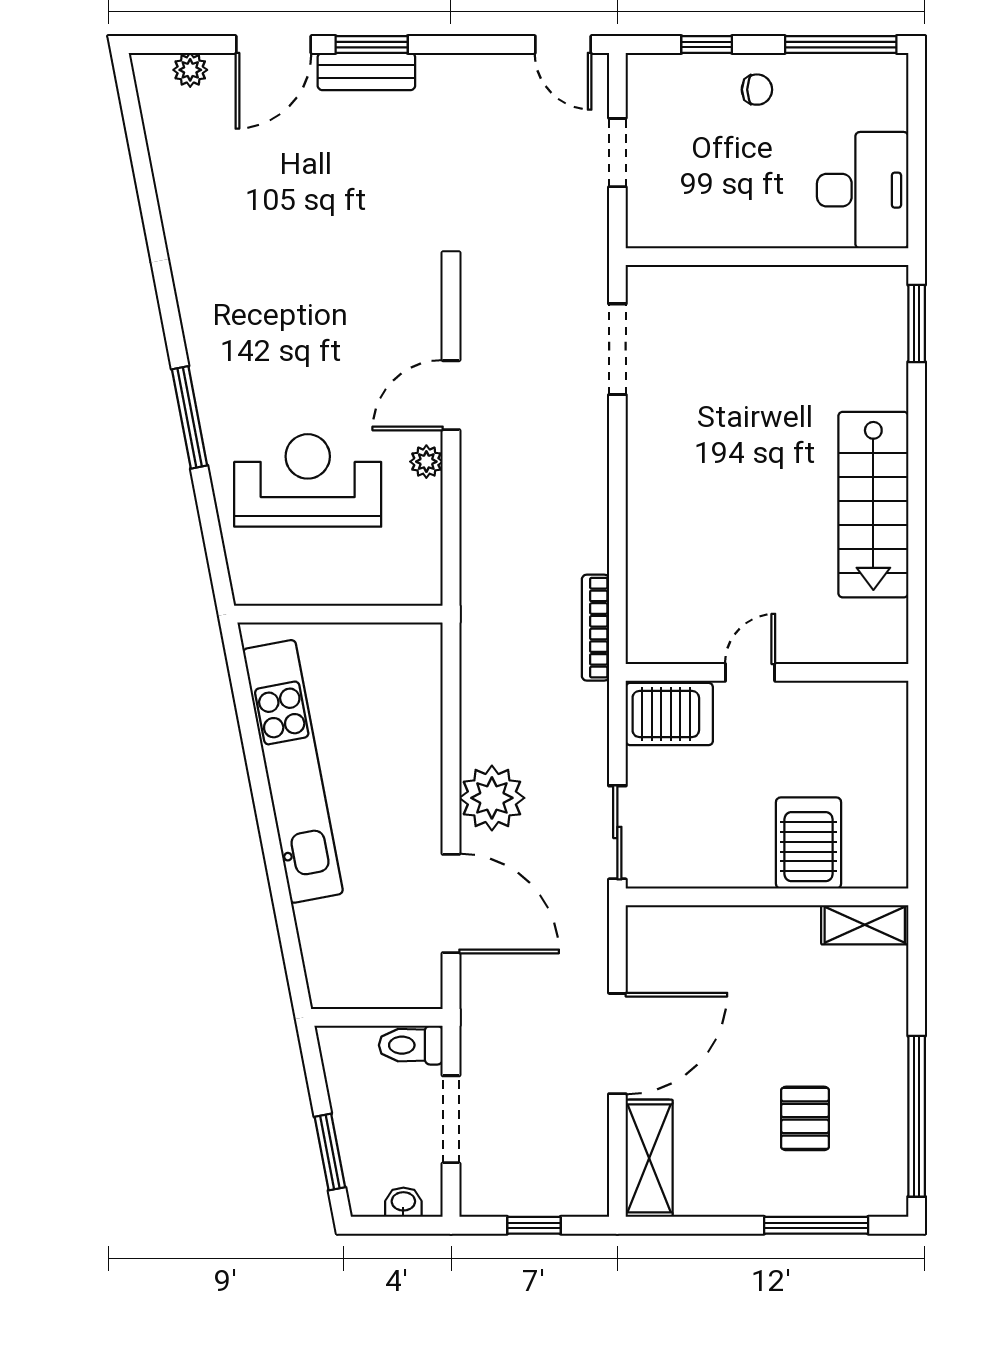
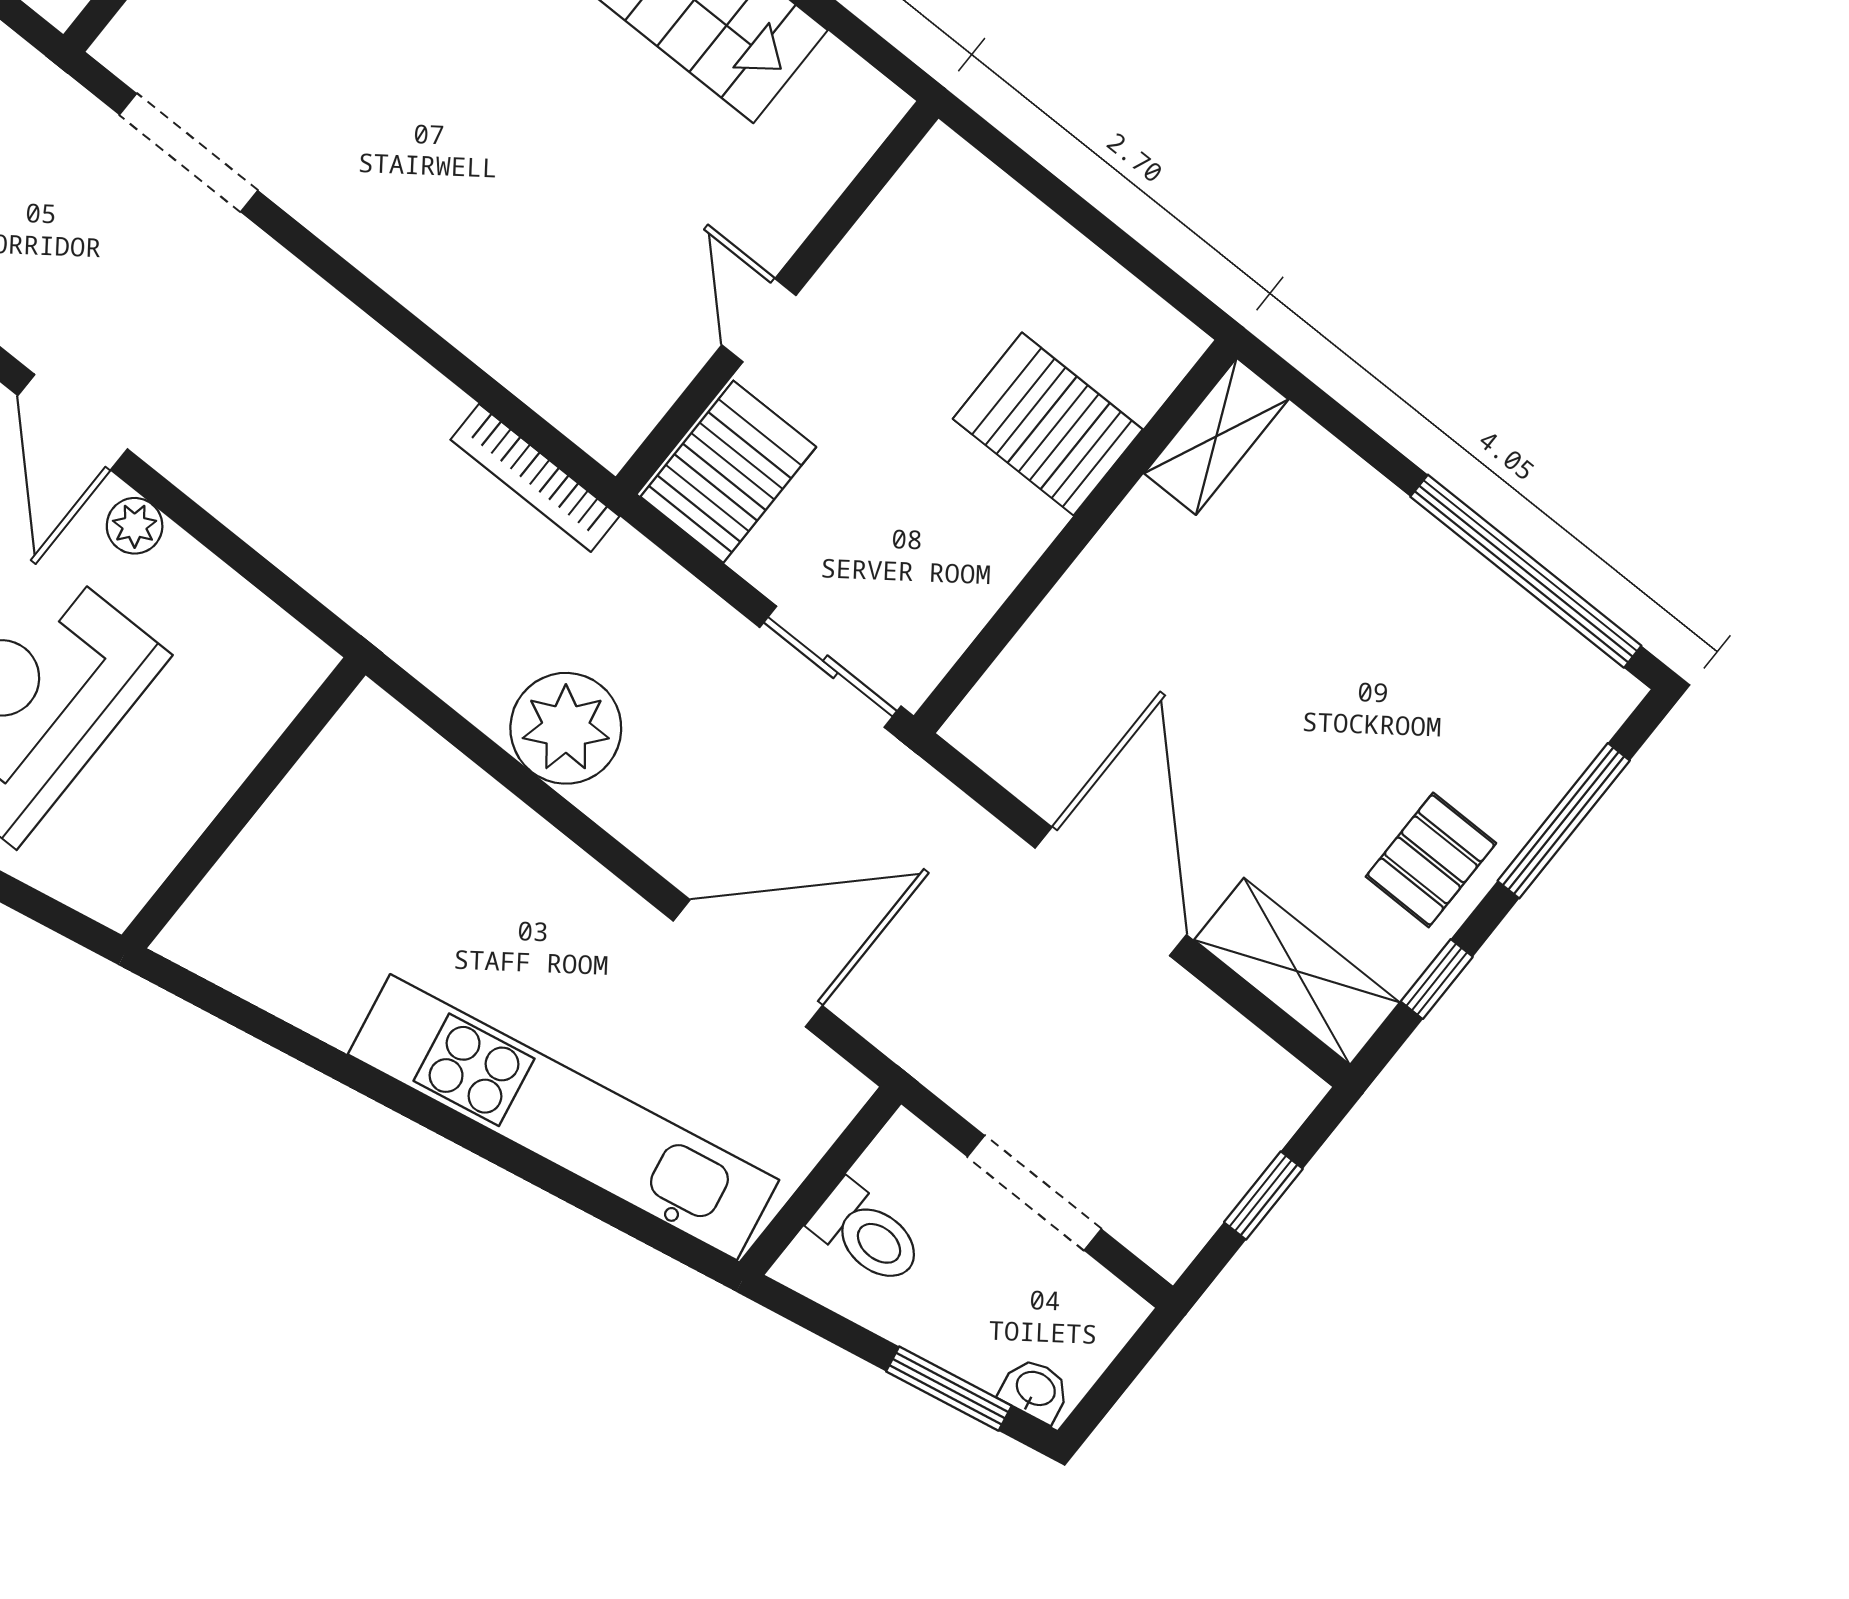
kitchen unit: (293, 771) -> (564, 1117), moved
plant: (492, 798) -> (566, 728), moved
toilet: (411, 1045) -> (867, 1234), moved, turned -90
pallet: (805, 1118) -> (1431, 860), moved, turned 90
washbasin: (403, 1202) -> (1035, 1390), moved, turned 79
window: (697, 1225) -> (1437, 979), added

